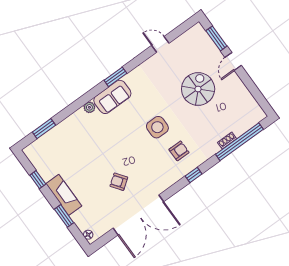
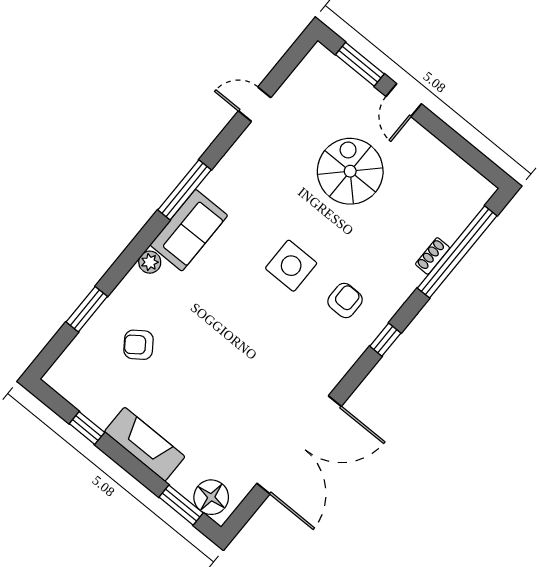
window: (115, 77) -> (184, 190), width x1.44
window: (44, 129) -> (87, 309), moved
armchair: (119, 182) -> (139, 345), moved
window: (64, 216) -> (181, 505), moved
floor lamp: (88, 235) -> (211, 497), width x1.89, depth x1.89

